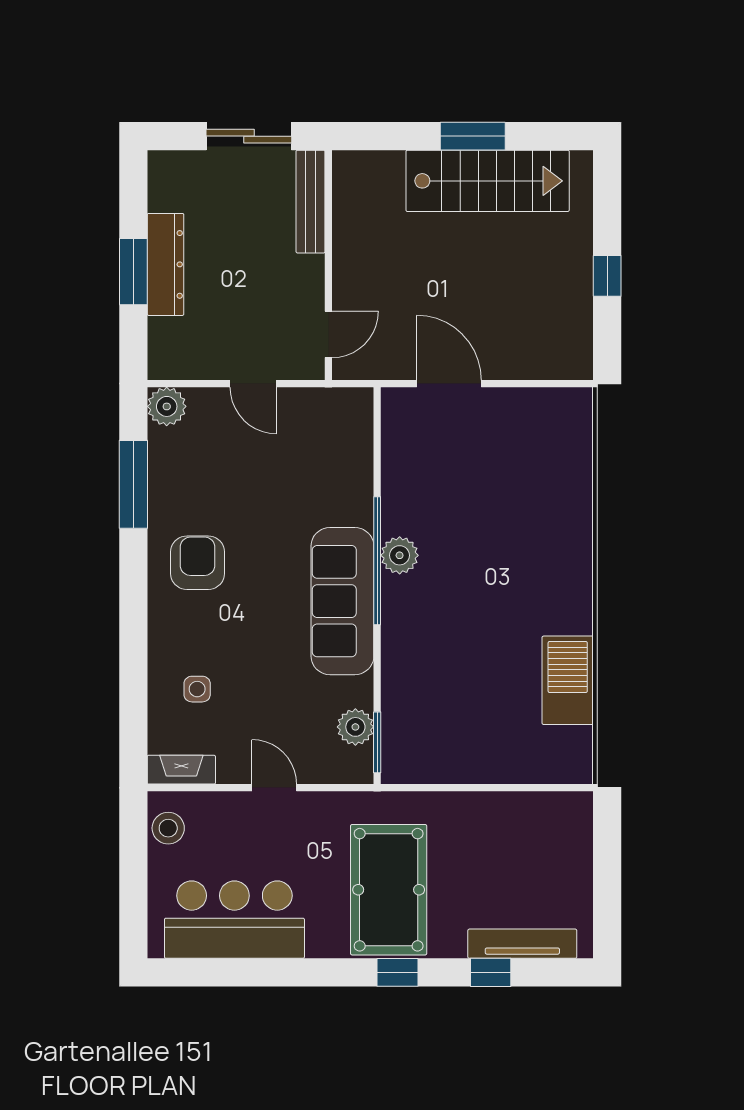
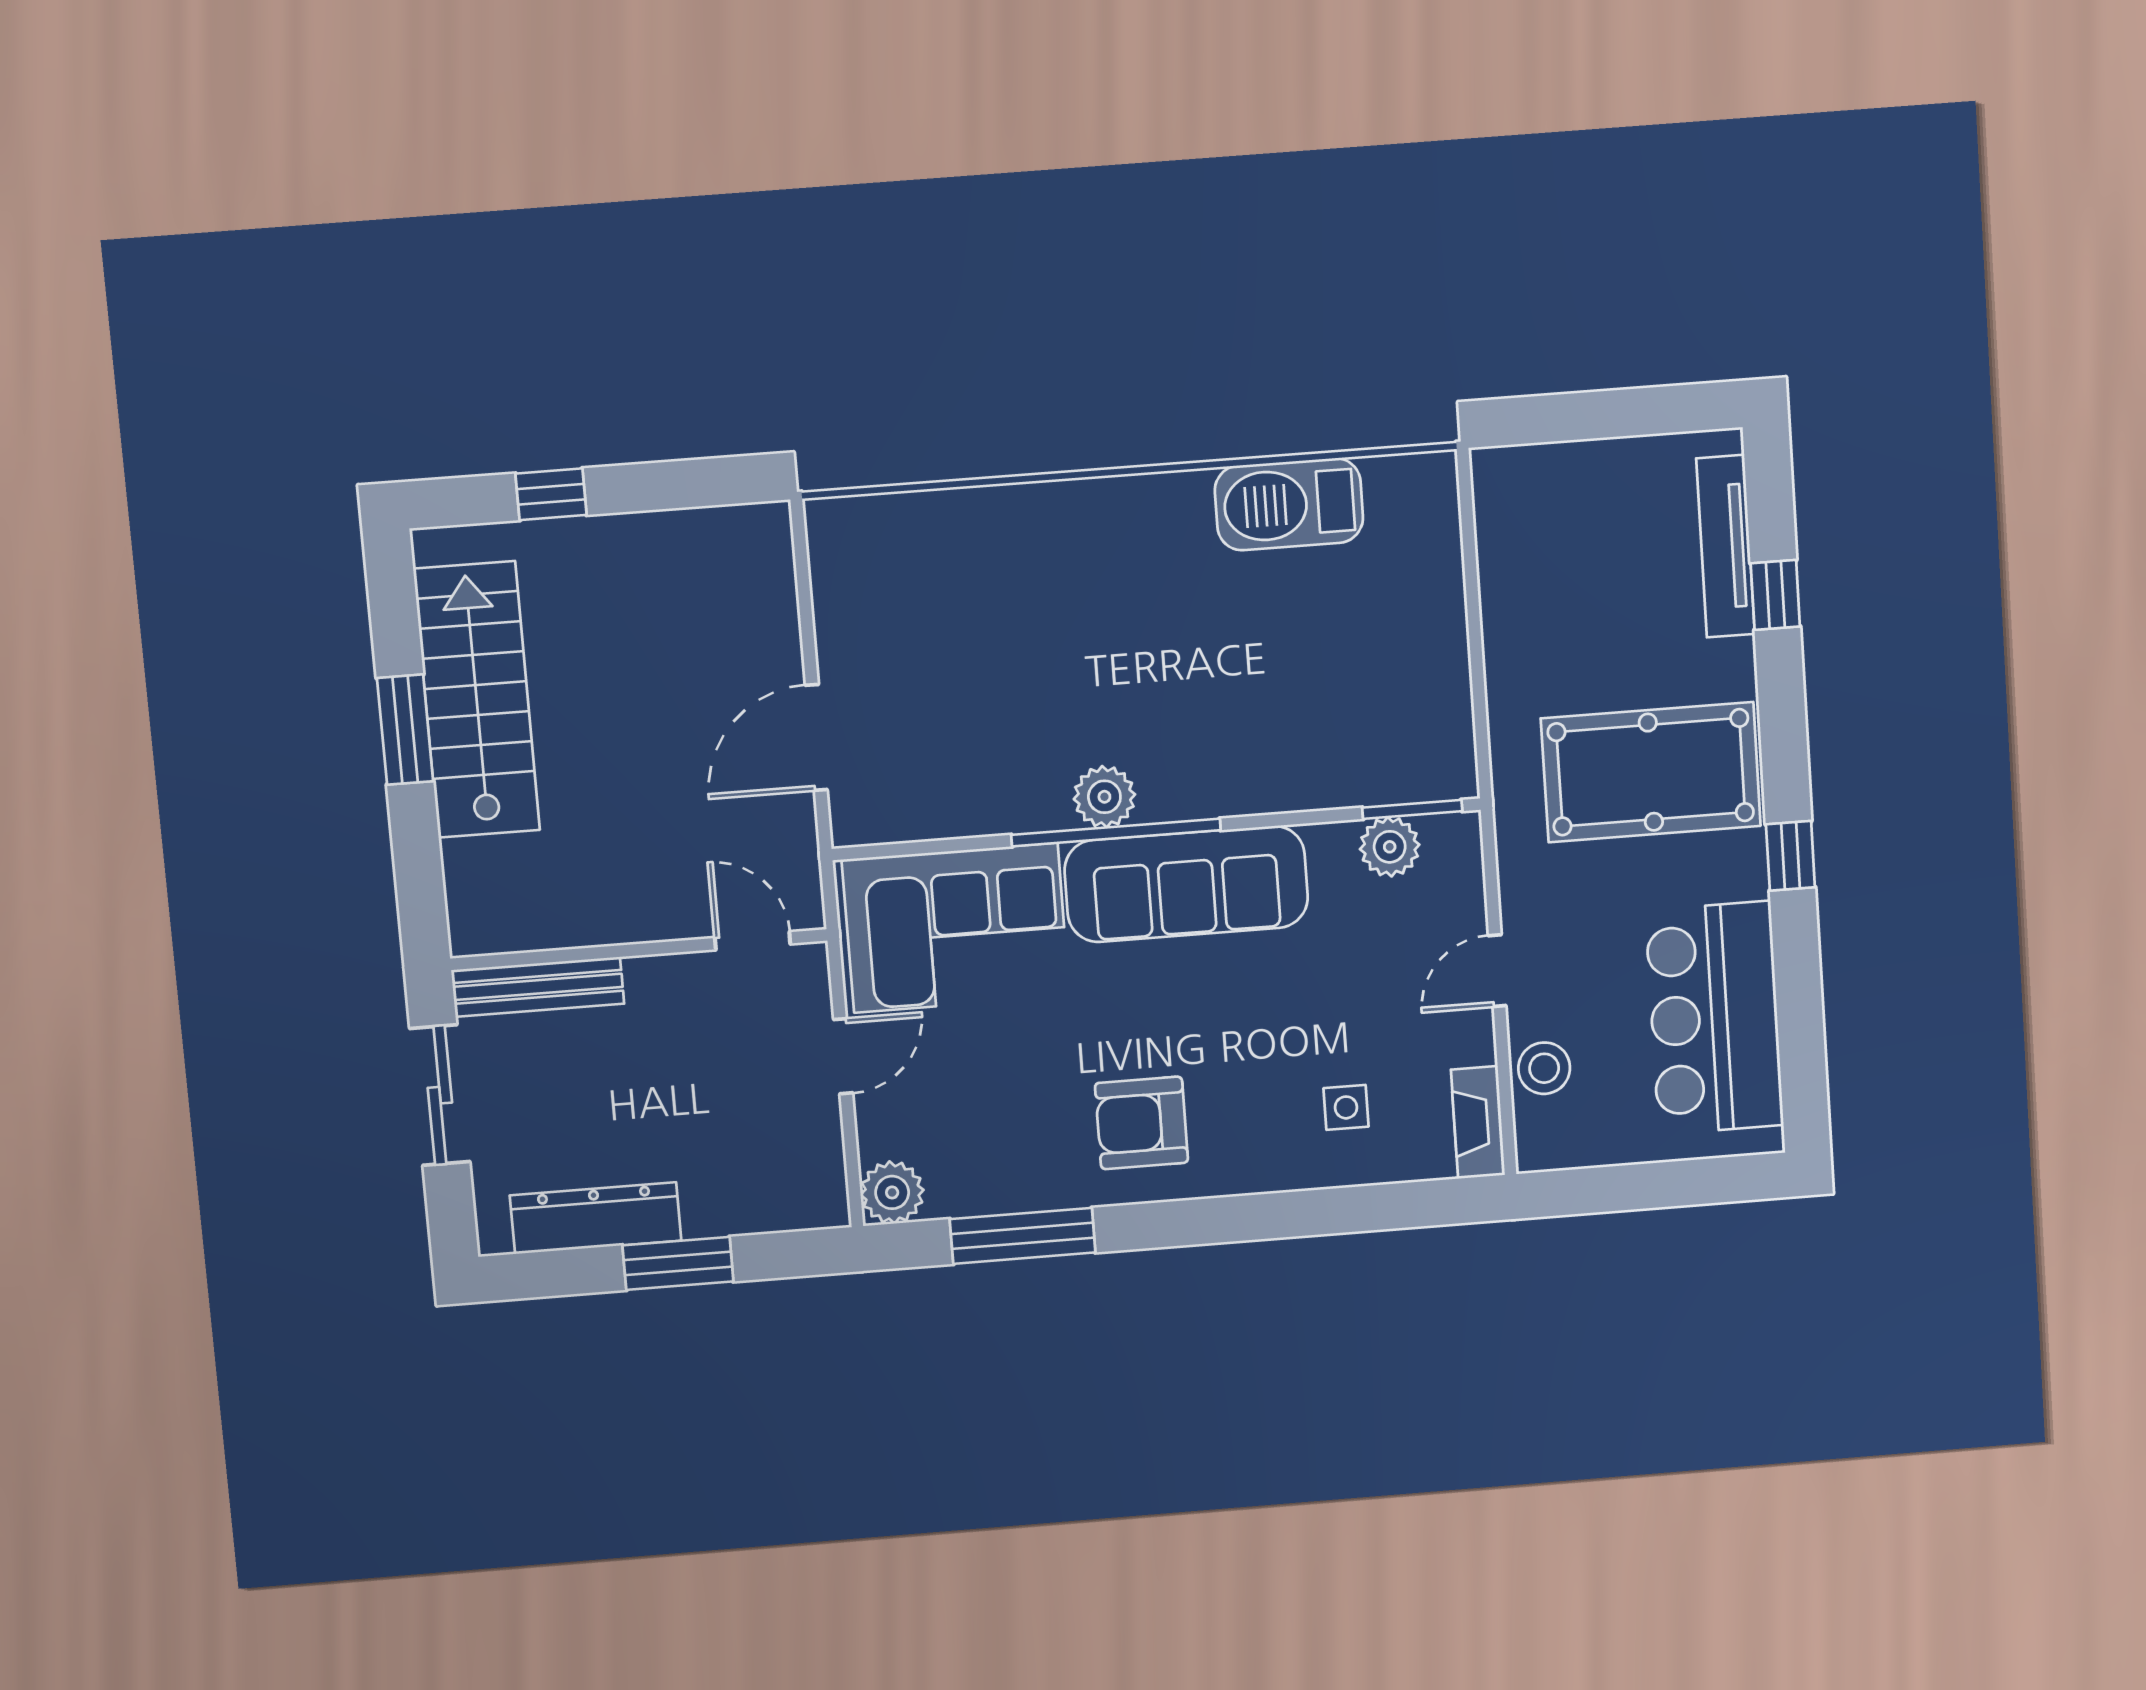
dresser: (165, 264) -> (596, 1218), moved
window: (607, 276) -> (551, 494), moved
corner sofa: (327, 459) -> (956, 928), added
stool: (168, 828) -> (1544, 1068), moved
window: (398, 972) -> (1790, 856), moved

